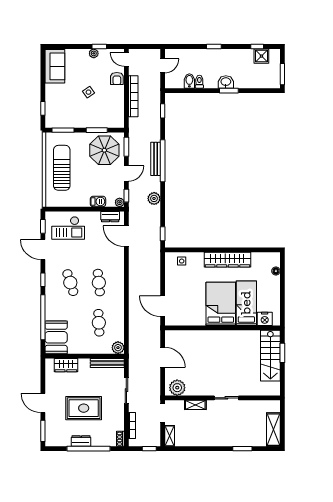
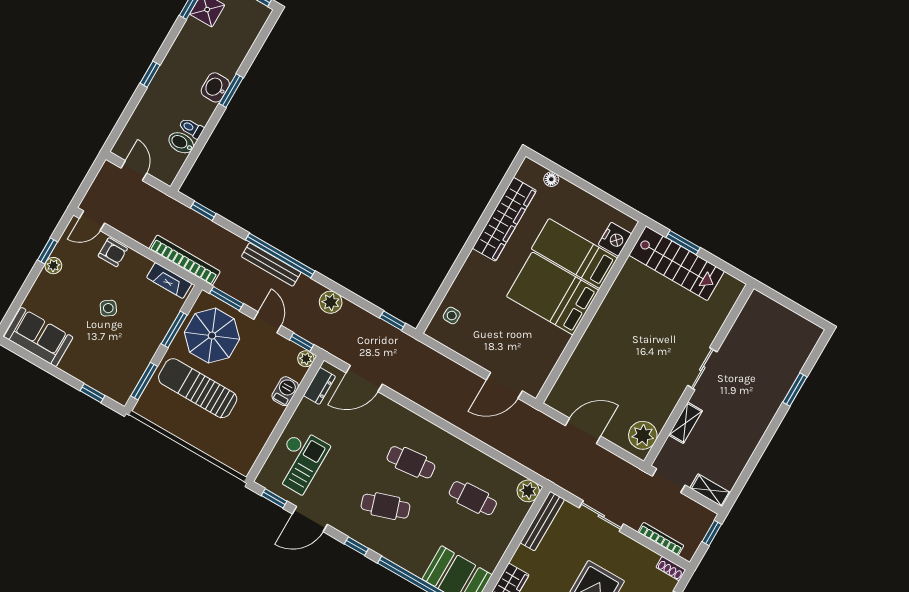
bookcase: (133, 96) -> (185, 260), moved
fireplace: (119, 114) -> (169, 281), added
sun lounger: (62, 168) -> (198, 388), moved
wardrobe: (227, 260) -> (504, 219), moved
shelving: (273, 430) -> (793, 325), removed

